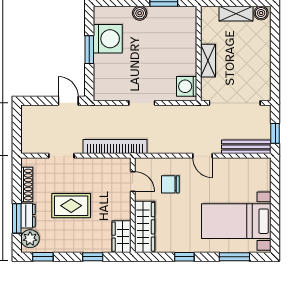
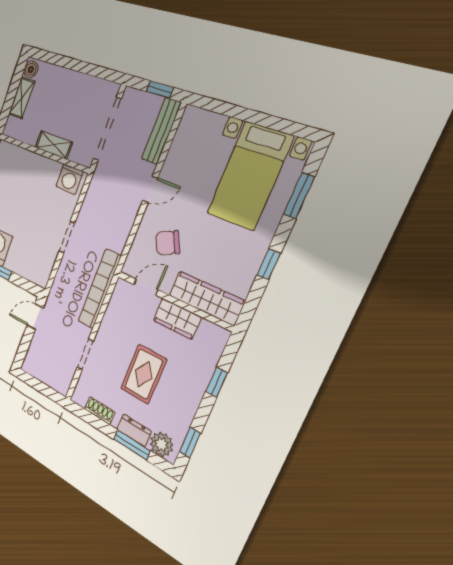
chair: (170, 184) -> (168, 243), turned 64
shoe rack: (27, 185) -> (100, 411), width x0.70
wardrobe: (121, 237) -> (177, 319), moved

